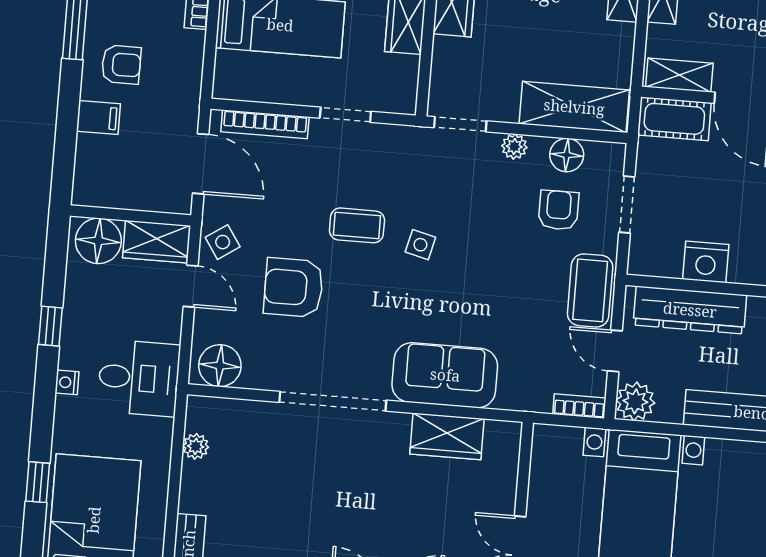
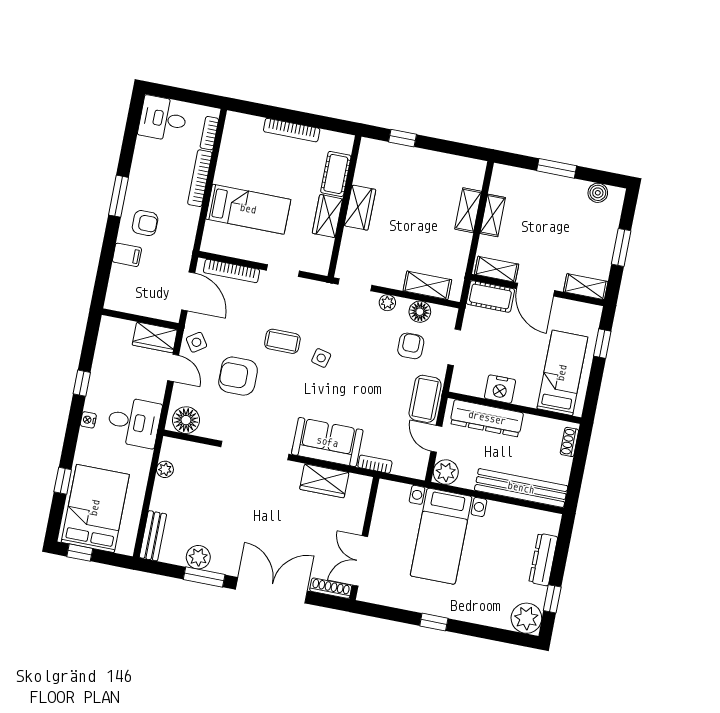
shelving: (574, 107) -> (427, 285), width x0.67, depth x0.75
floor lamp: (98, 241) -> (118, 333), removed
bookcase: (579, 406) -> (375, 464), moved

